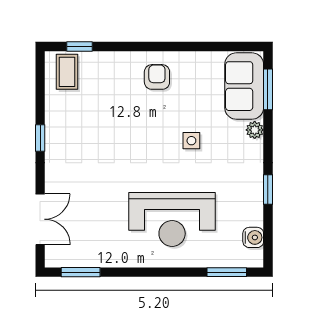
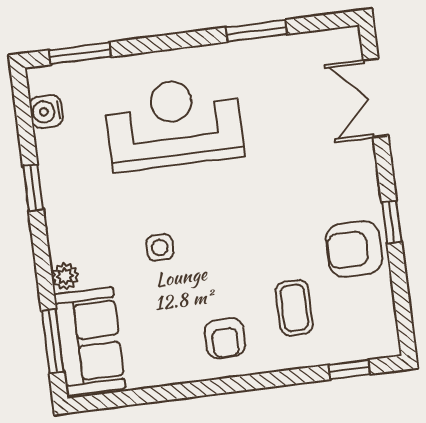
coffee table: (67, 72) -> (294, 308), moved
armchair: (66, 124) -> (354, 249), added
window: (81, 272) -> (256, 31), moved

